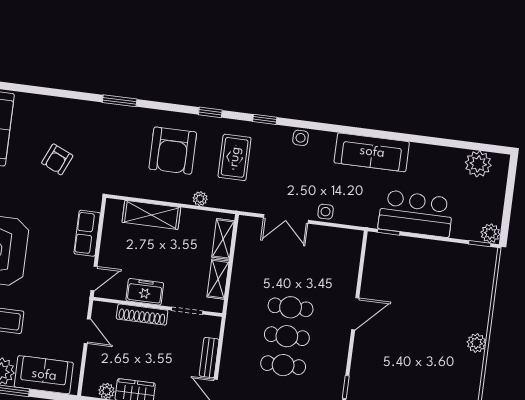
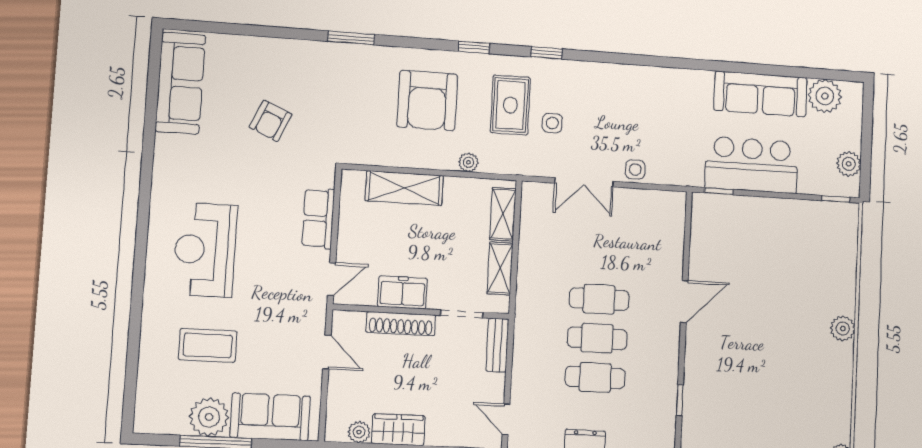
side table: (301, 138) -> (552, 123), moved
sofa: (372, 152) -> (761, 94), moved
plant: (490, 233) -> (849, 164), moved
bench: (209, 358) -> (497, 345), moved

